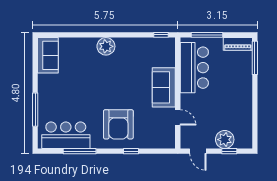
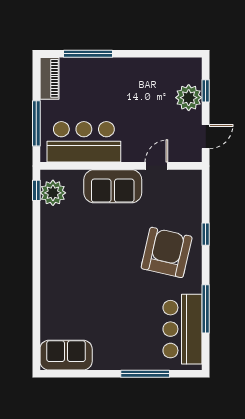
plant: (106, 46) -> (53, 193), moved
window: (255, 58) -> (88, 54), moved
armchair: (118, 124) -> (167, 252), turned -77

